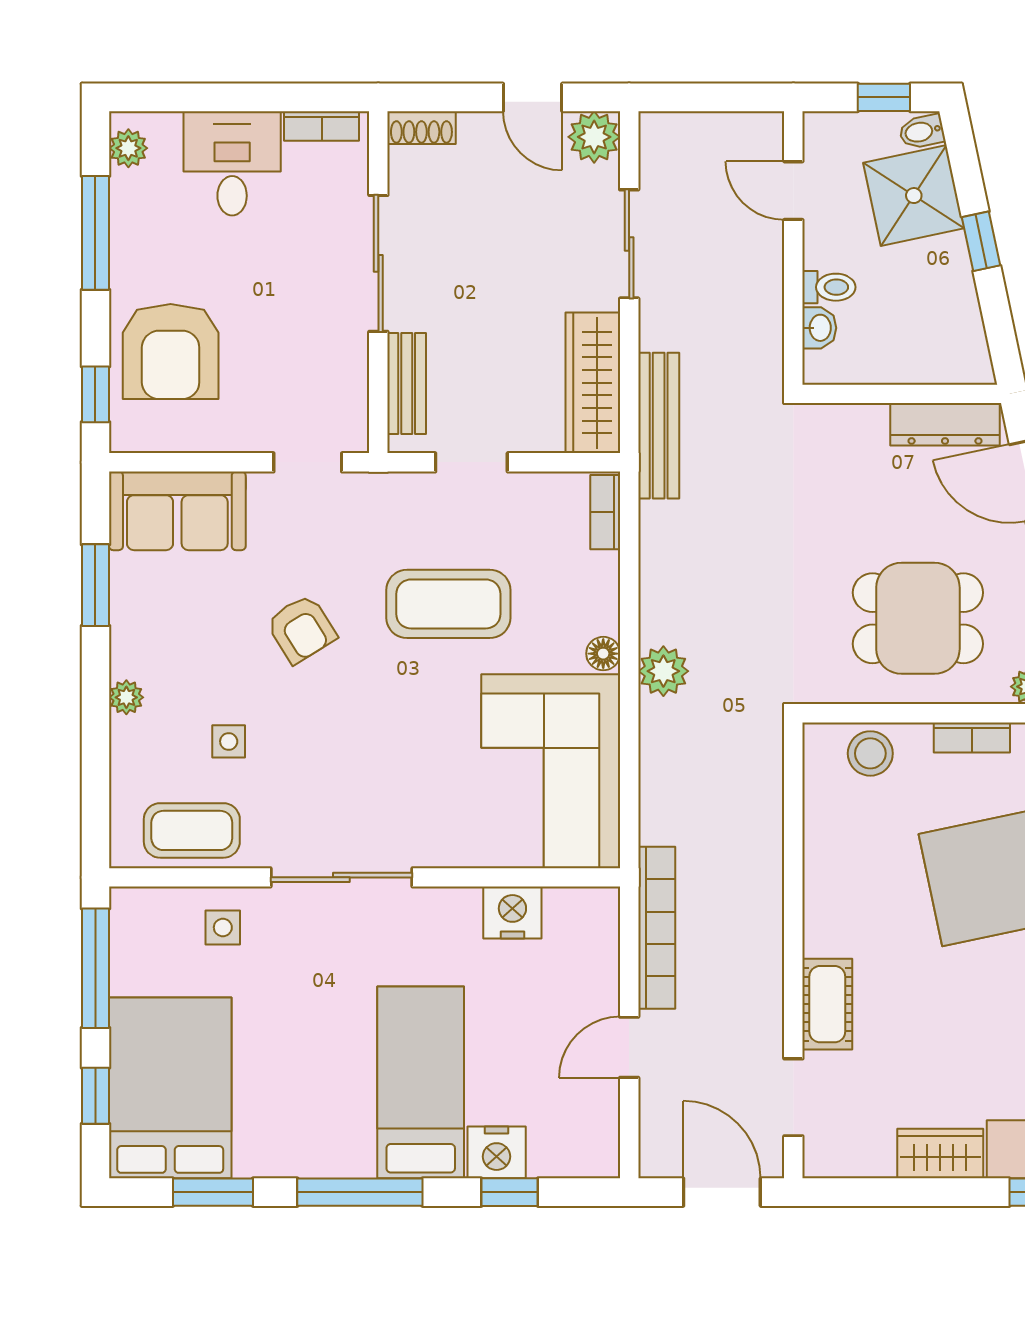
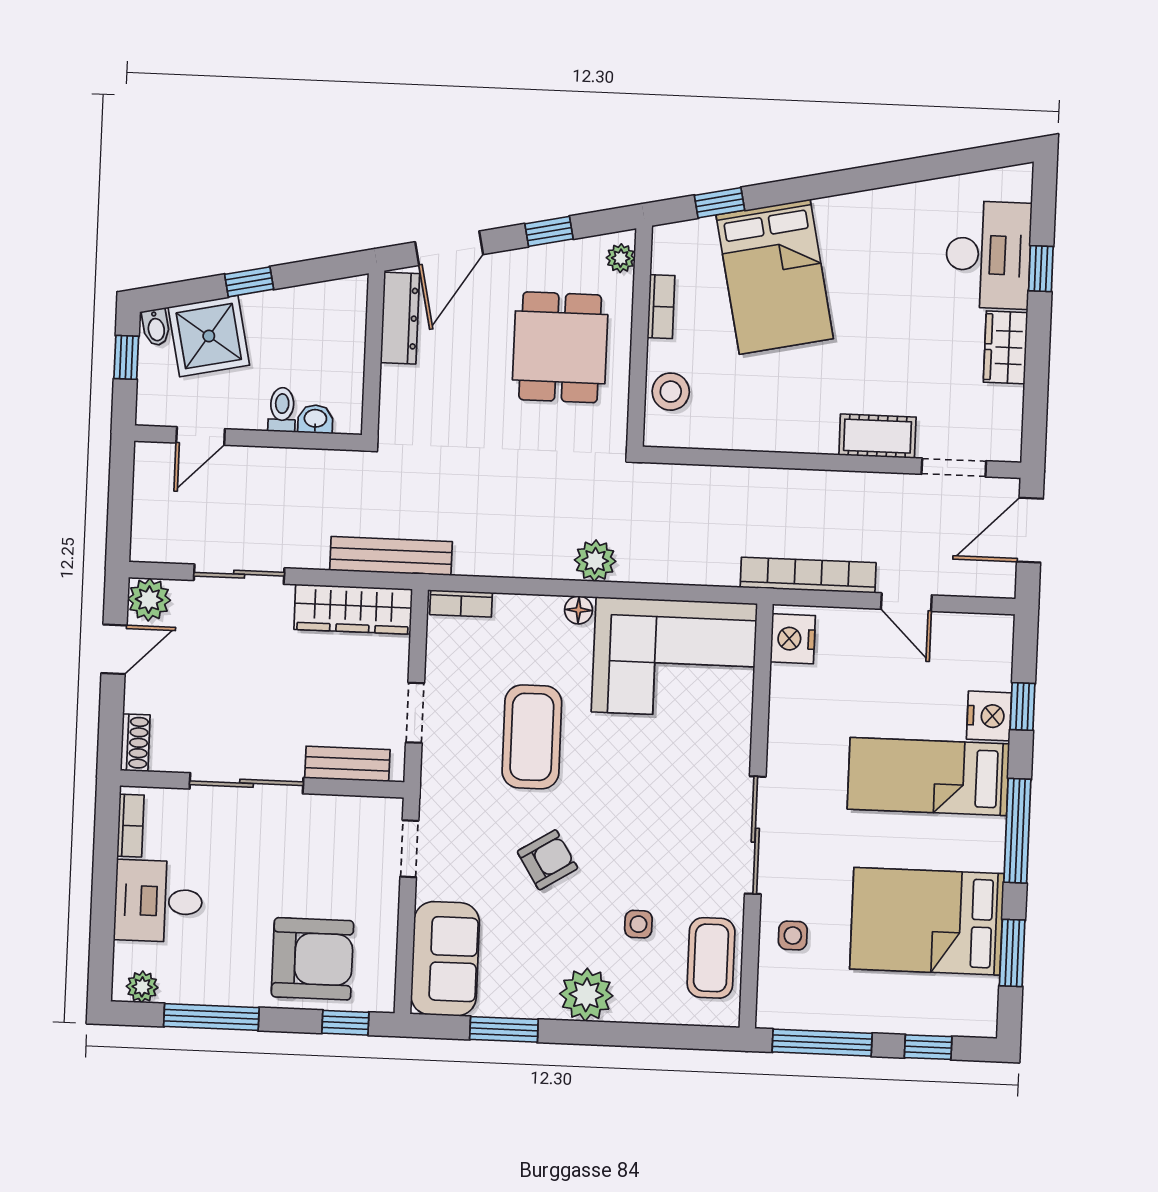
plant: (126, 697) -> (586, 995), width x1.88, depth x1.88
nightstand: (512, 913) -> (793, 639), moved
bed: (170, 1088) -> (927, 921), moved

